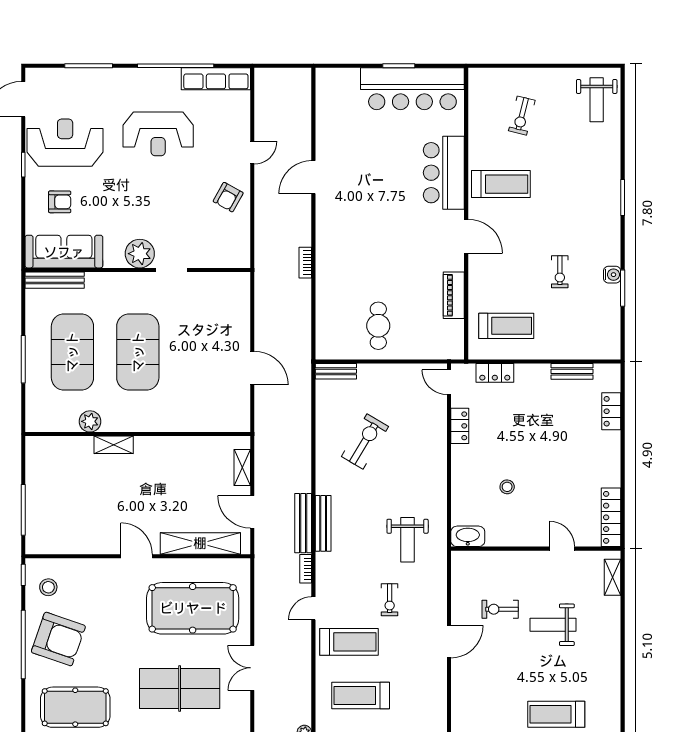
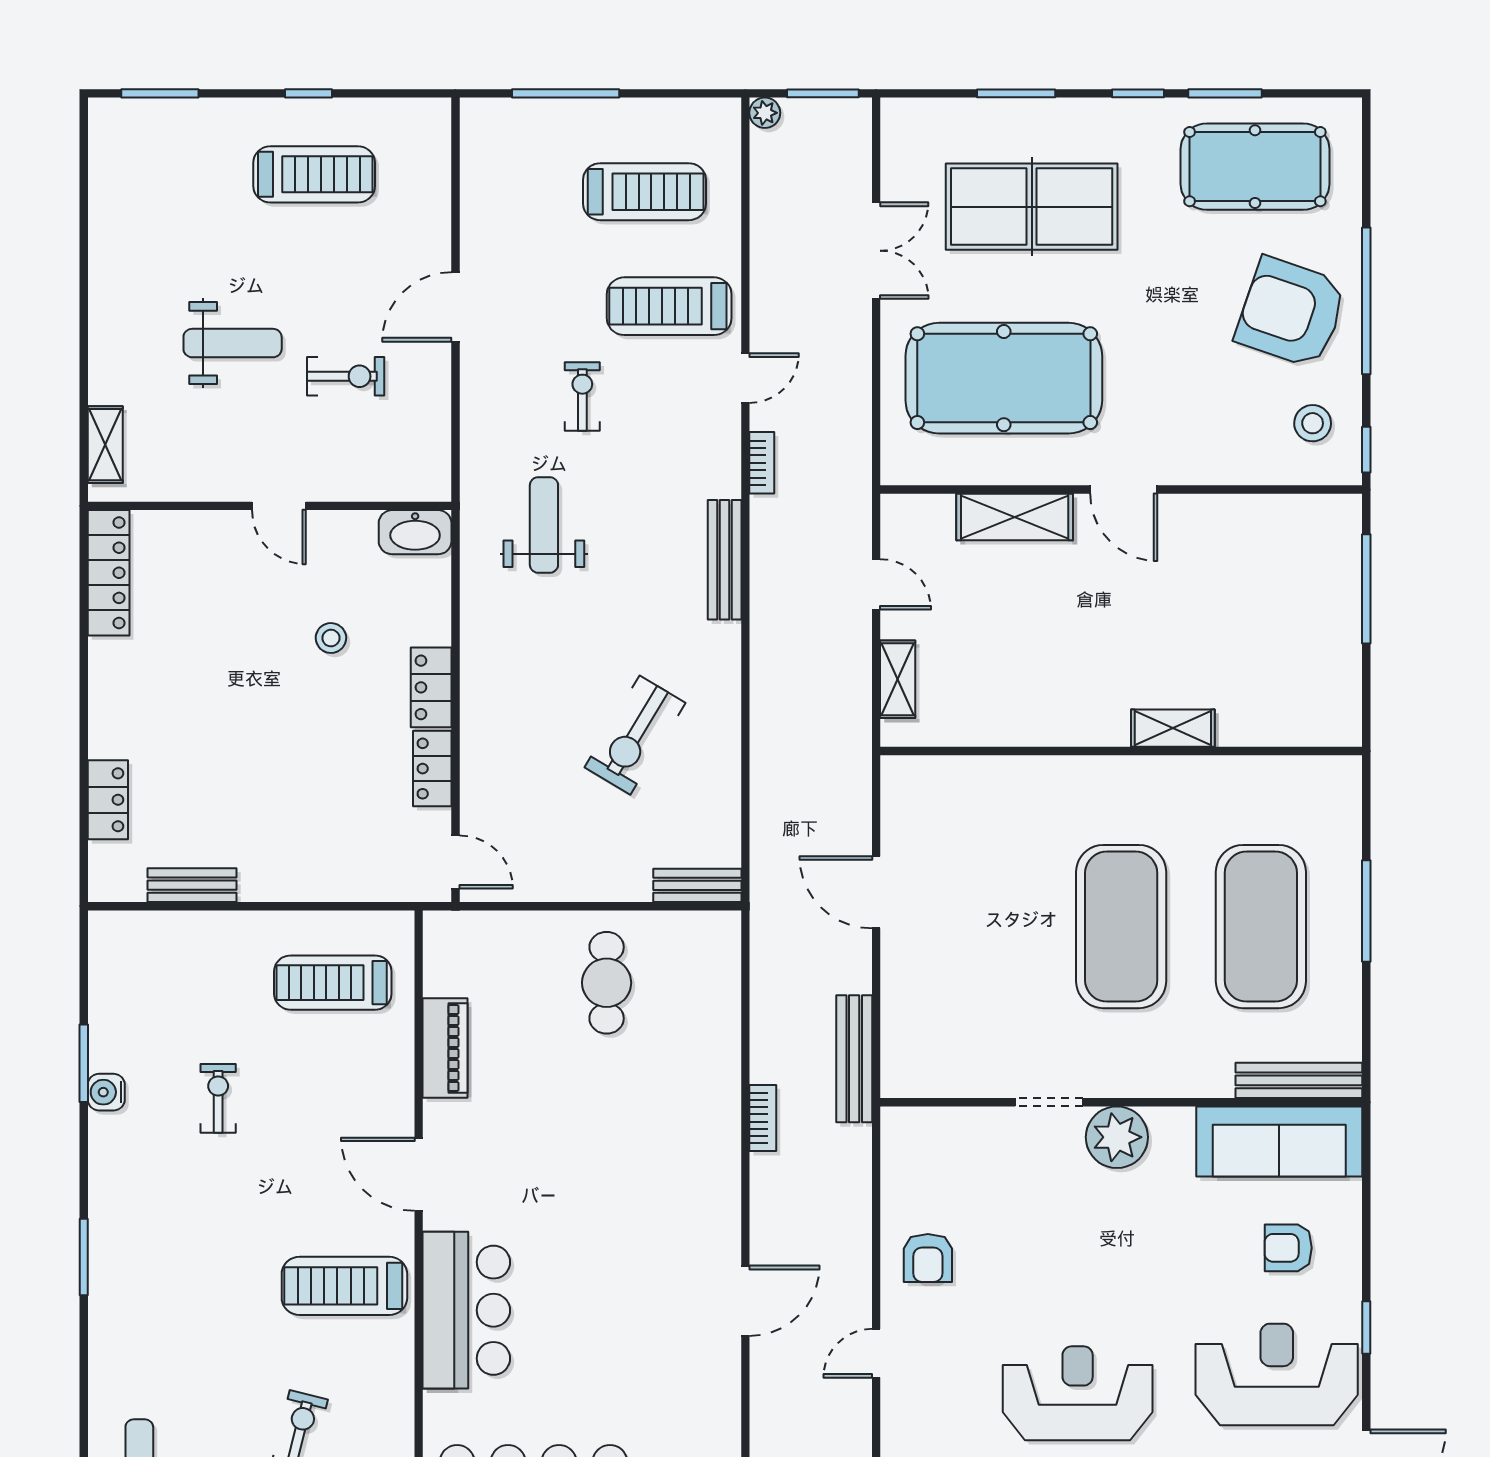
reception desk: (65, 143) -> (1277, 1374), turned 180
armchair: (228, 197) -> (928, 1258), turned 151
locker: (495, 373) -> (431, 687), moved, turned -90
plant: (90, 421) -> (1223, 778), removed
door: (252, 512) -> (876, 584), width x0.73
bench: (303, 523) -> (854, 1059), moved
shelving: (200, 543) -> (1015, 517), width x0.68
door: (562, 549) -> (279, 506), moved
treadmill: (556, 714) -> (314, 174), moved

